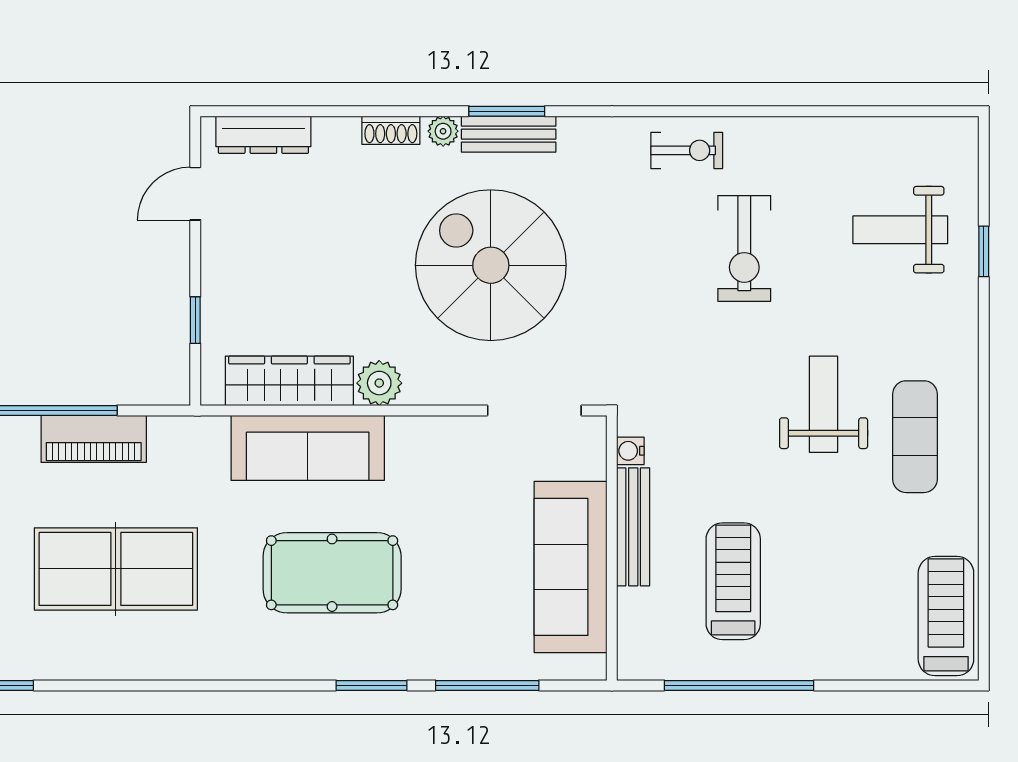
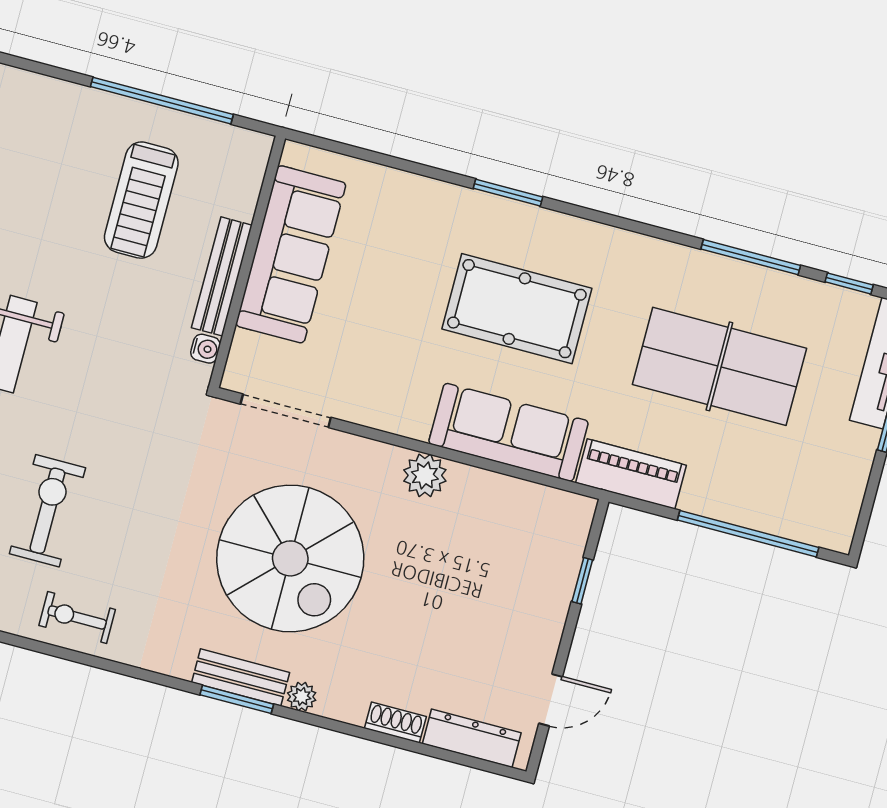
shoe rack: (391, 130) -> (395, 723), moved
wardrobe: (289, 381) -> (509, 500), removed
piano: (94, 439) -> (631, 474), moved
window: (487, 685) -> (751, 257), moved

